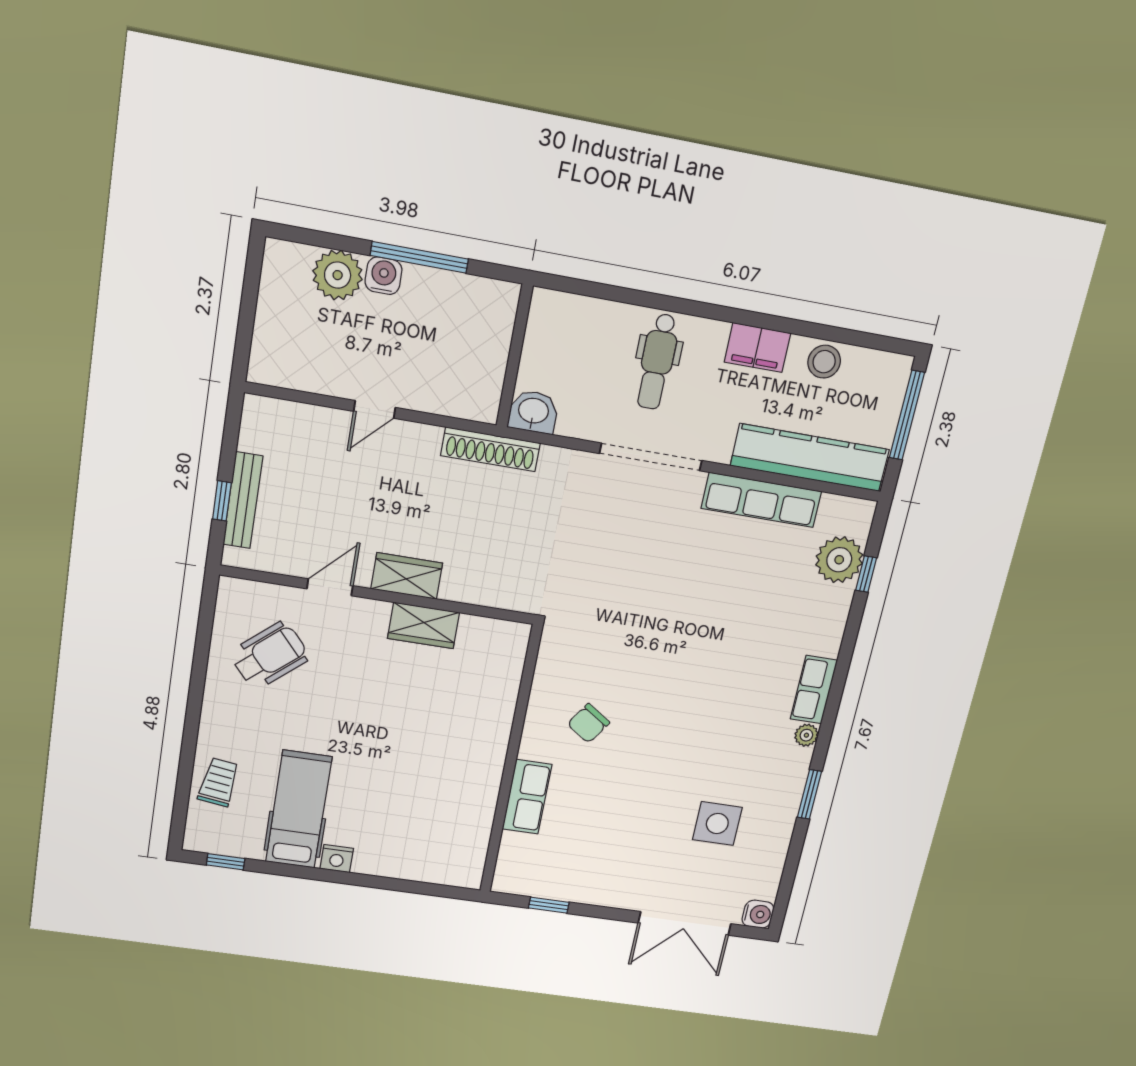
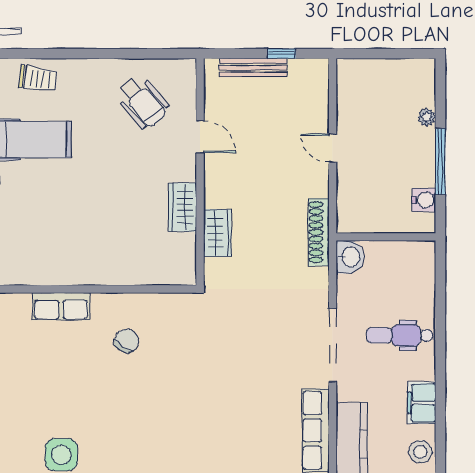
plant: (338, 275) -> (427, 117), width x0.53, depth x0.53
water cooler: (383, 276) -> (424, 200), moved
window: (222, 501) -> (281, 54), moved
wardrobe: (407, 576) -> (217, 233), moved
chair: (588, 723) -> (127, 341), turned 89

